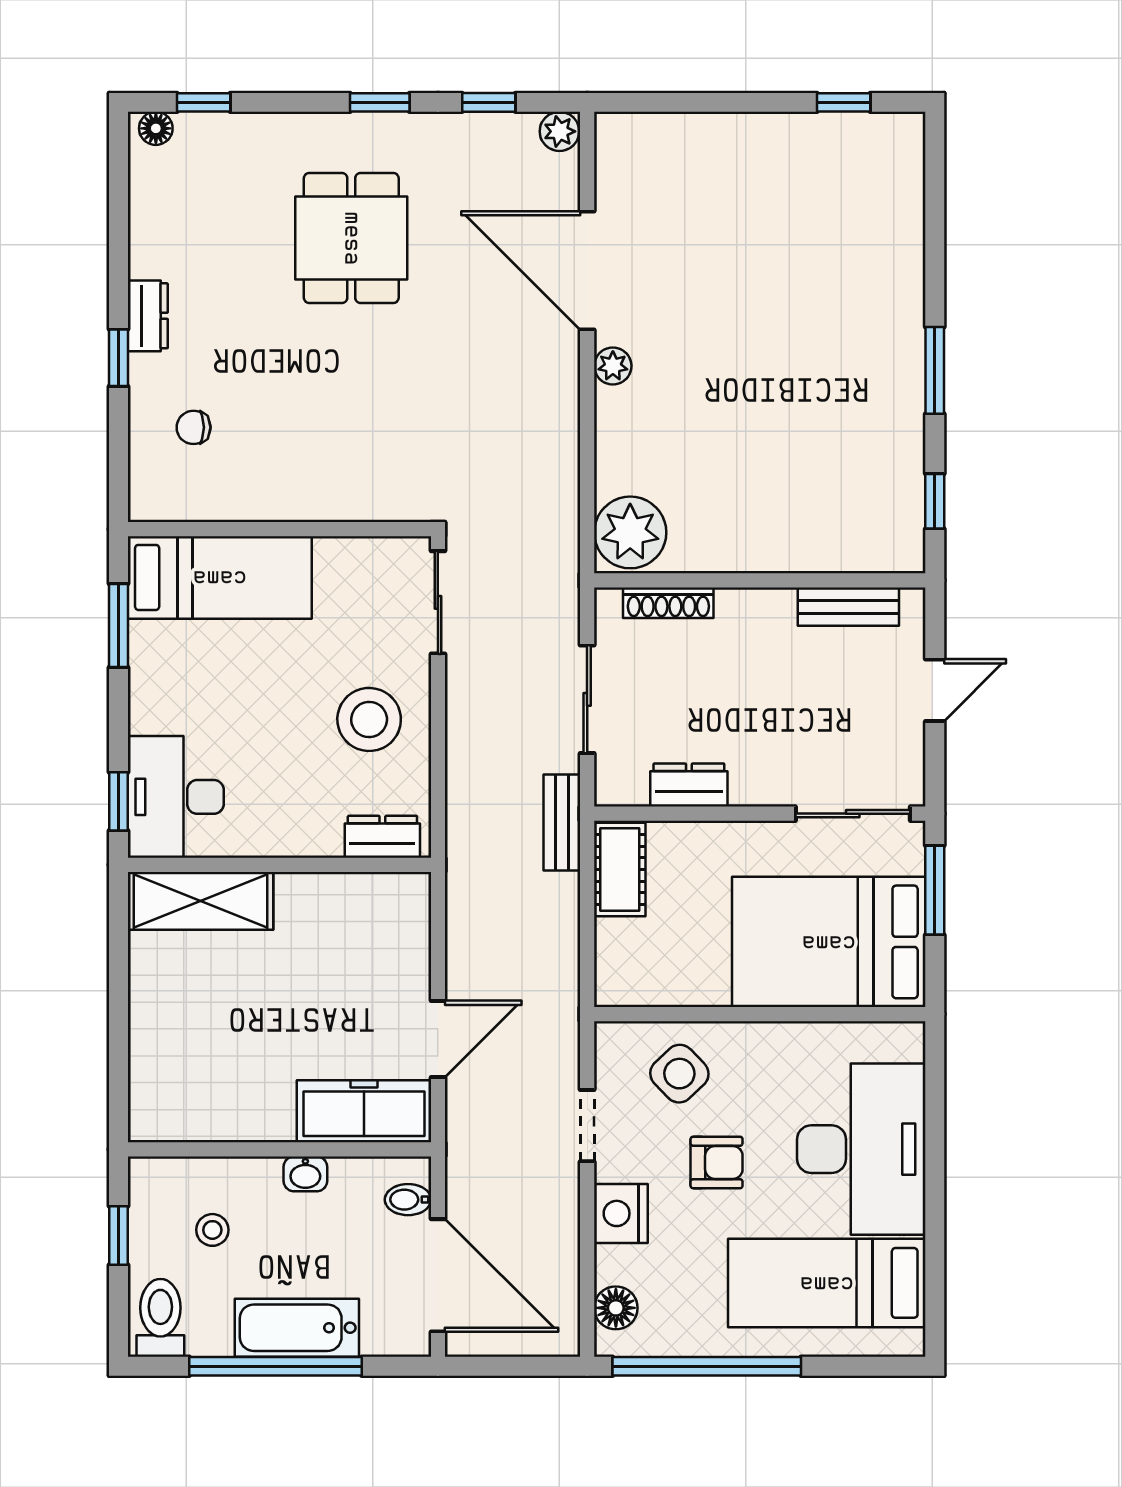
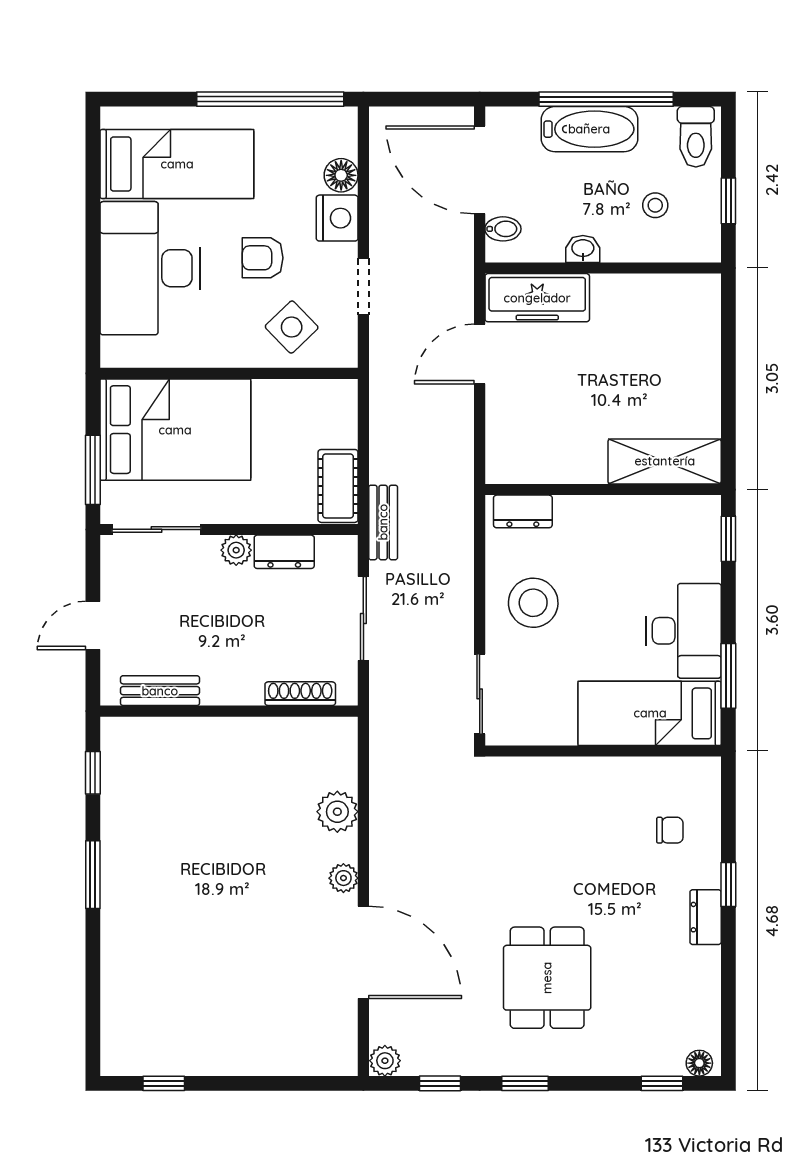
plant: (630, 532) -> (337, 812), moved, width x0.73, depth x0.73
plant: (751, 787) -> (236, 550), added
desk: (176, 797) -> (684, 631), moved
floor lamp: (616, 1308) -> (341, 175), moved

